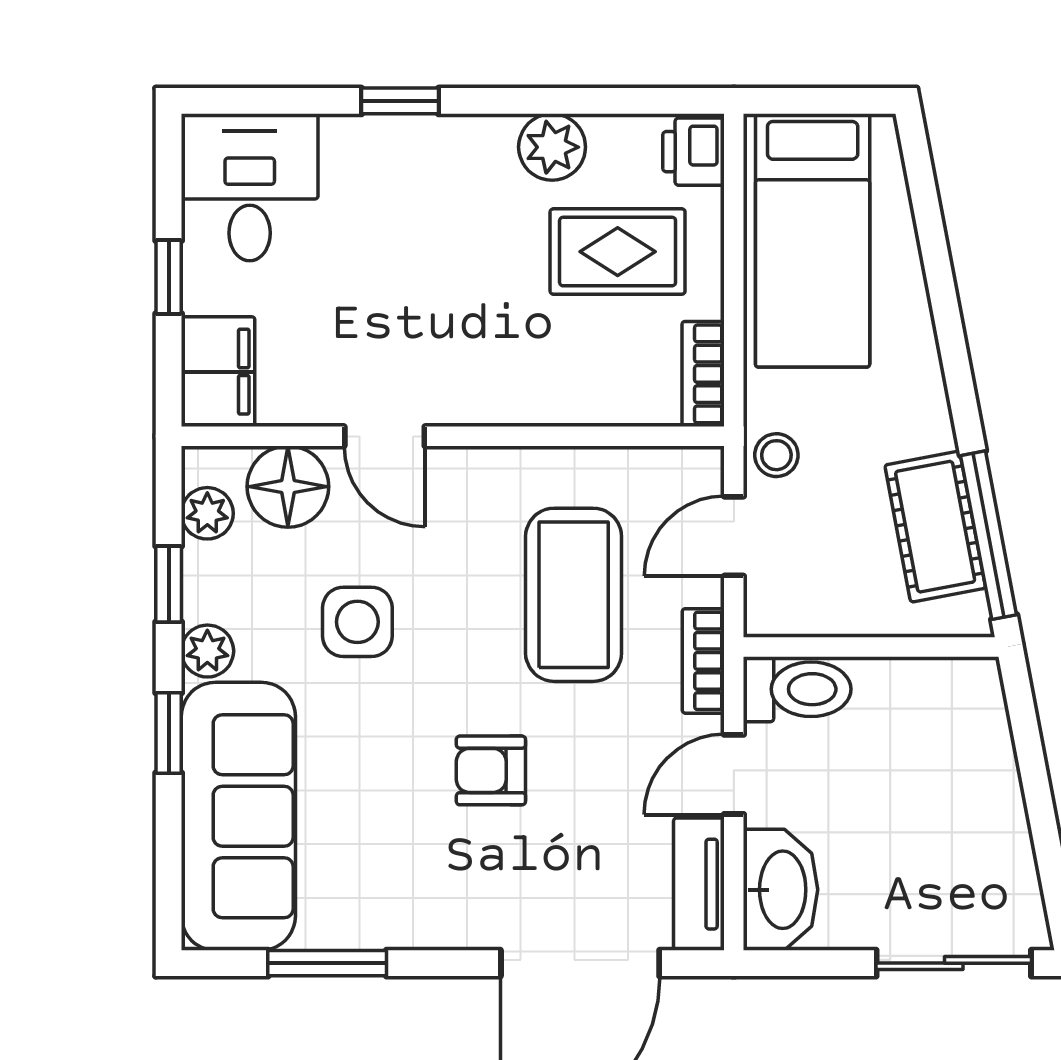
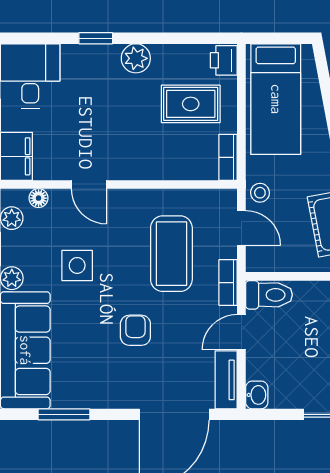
plant: (552, 147) -> (136, 58), moved
floor lamp: (288, 487) -> (39, 198), width x0.53, depth x0.53
door: (734, 536) -> (241, 228), swing flipped
armchair: (491, 770) -> (135, 330), turned 90
washbasin: (780, 890) -> (257, 395), width x0.52, depth x0.69

